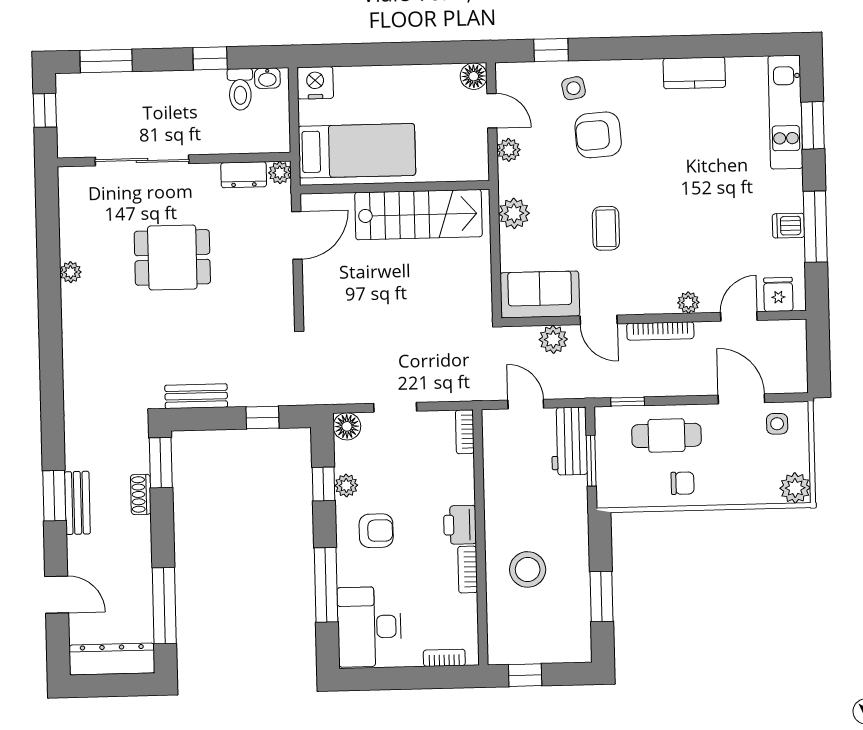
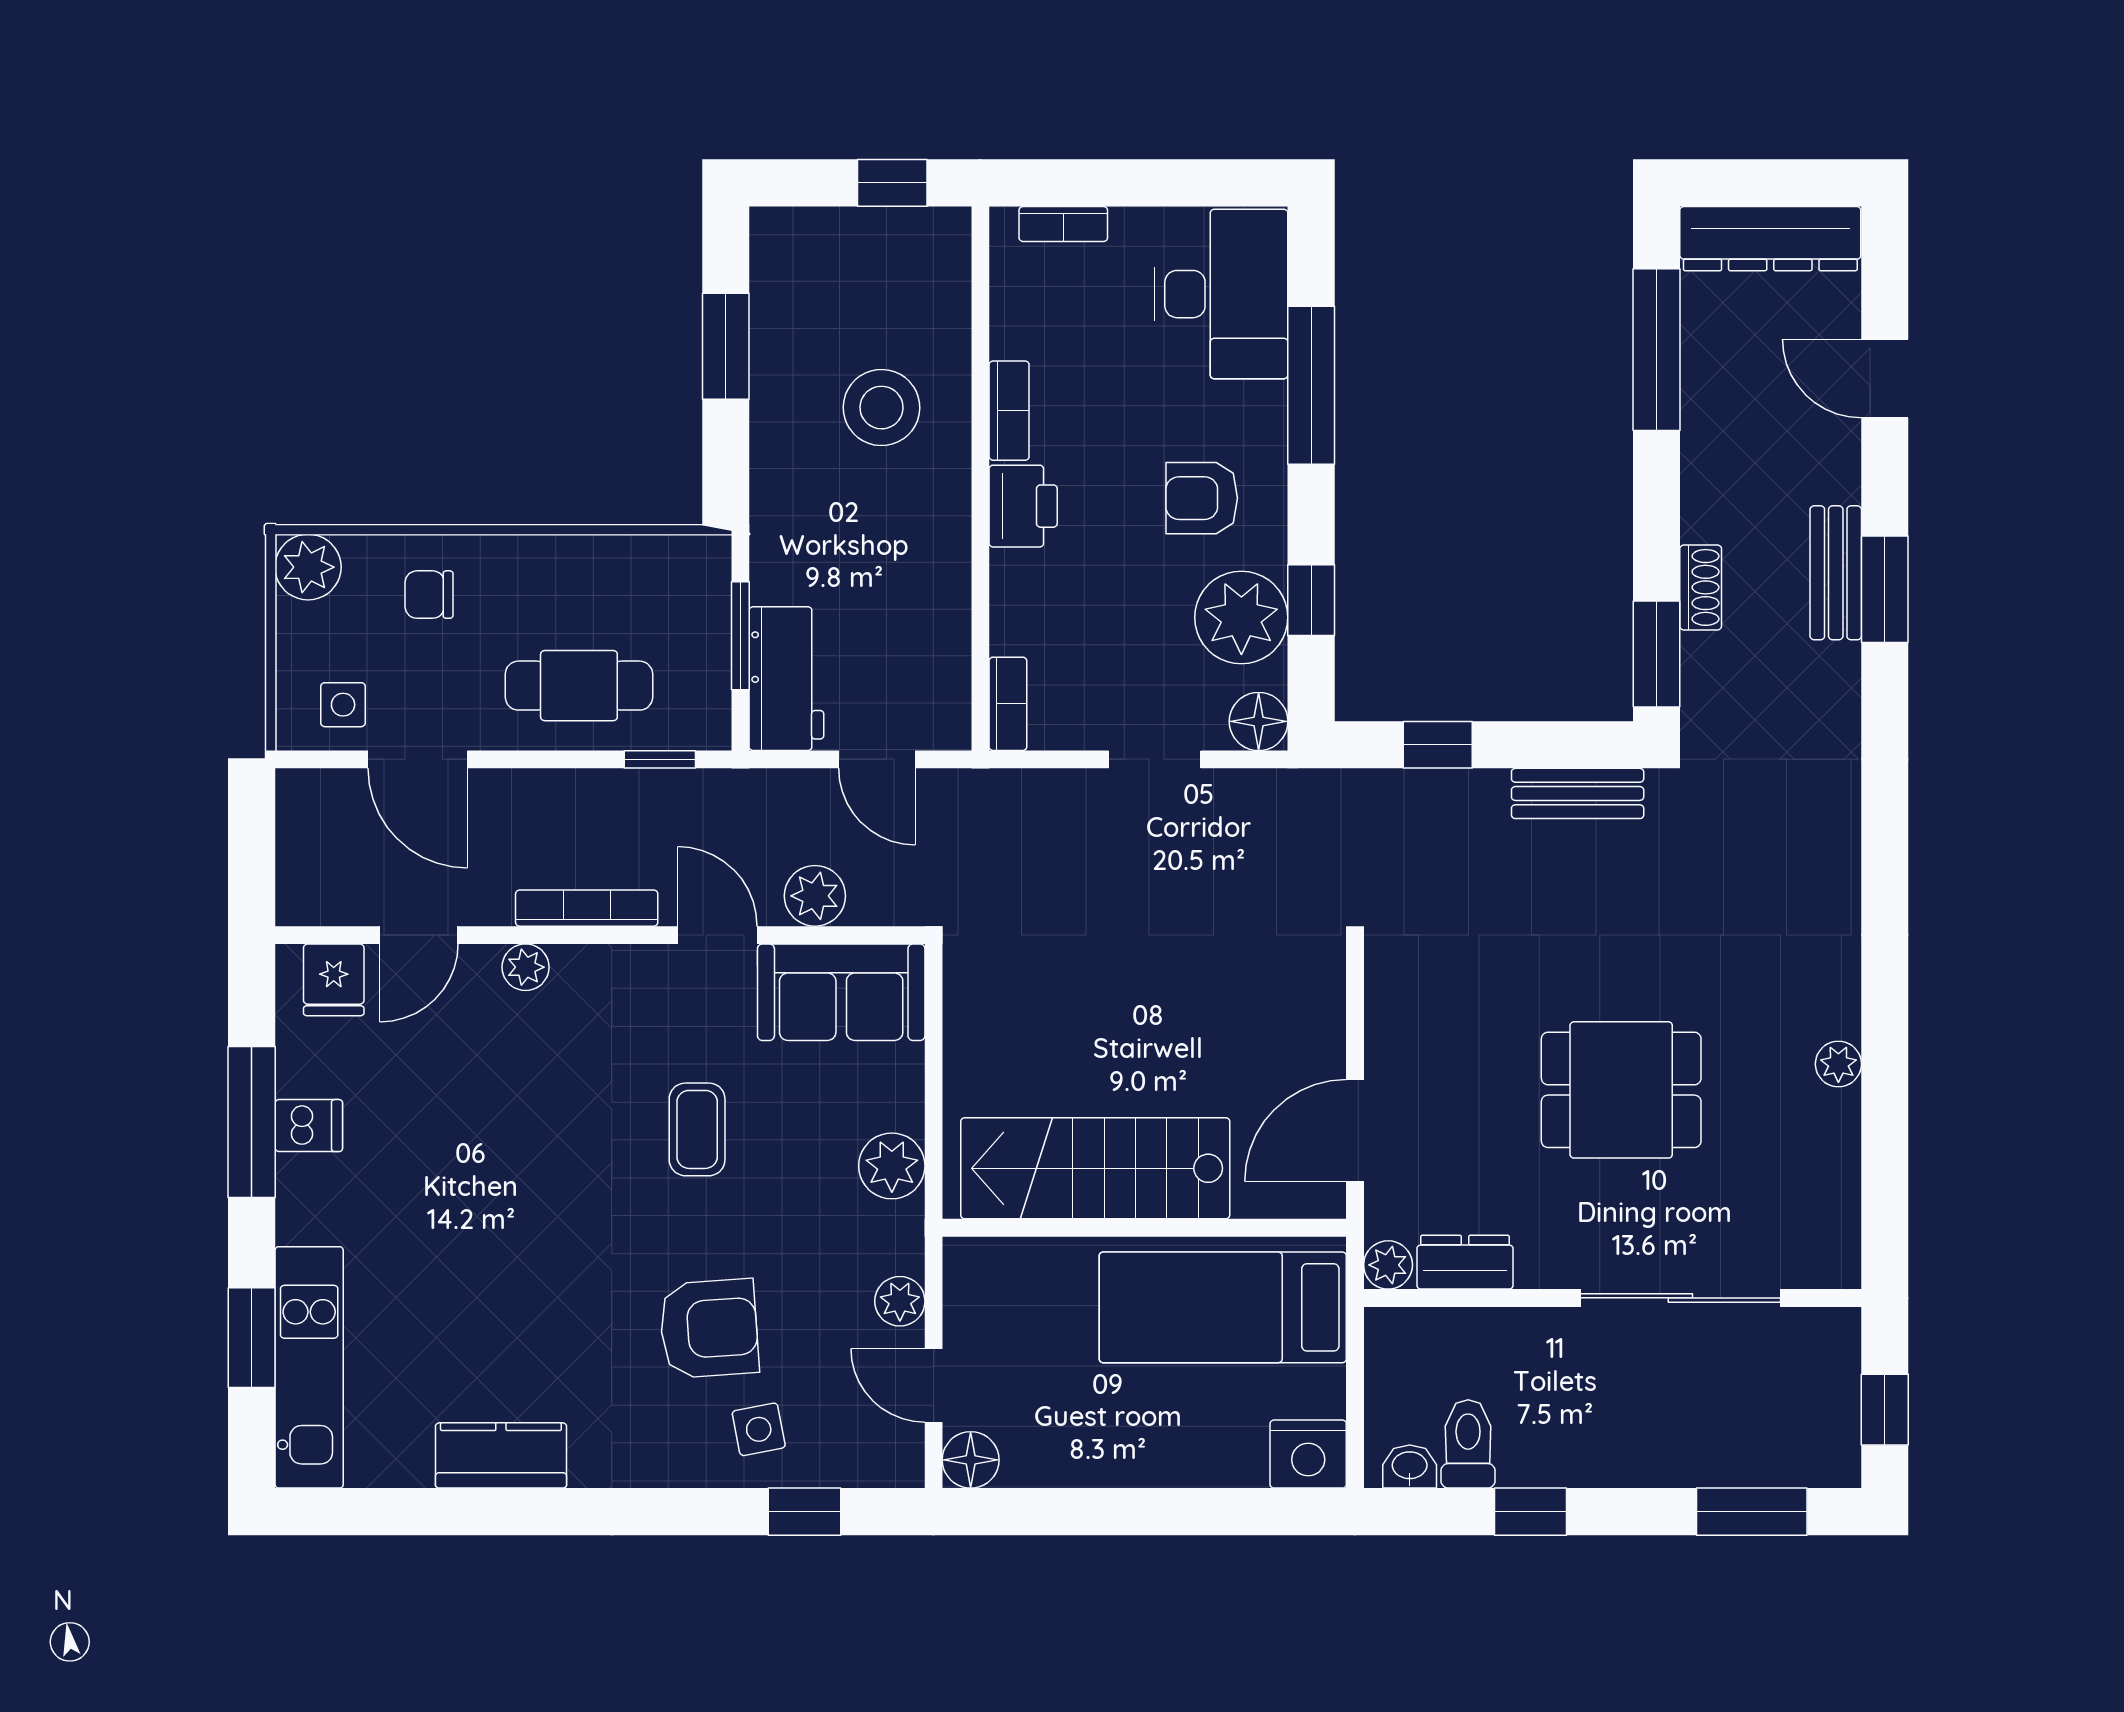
chair: (683, 483) -> (429, 595), moved
plant: (346, 485) -> (1241, 617), width x1.88, depth x1.88

